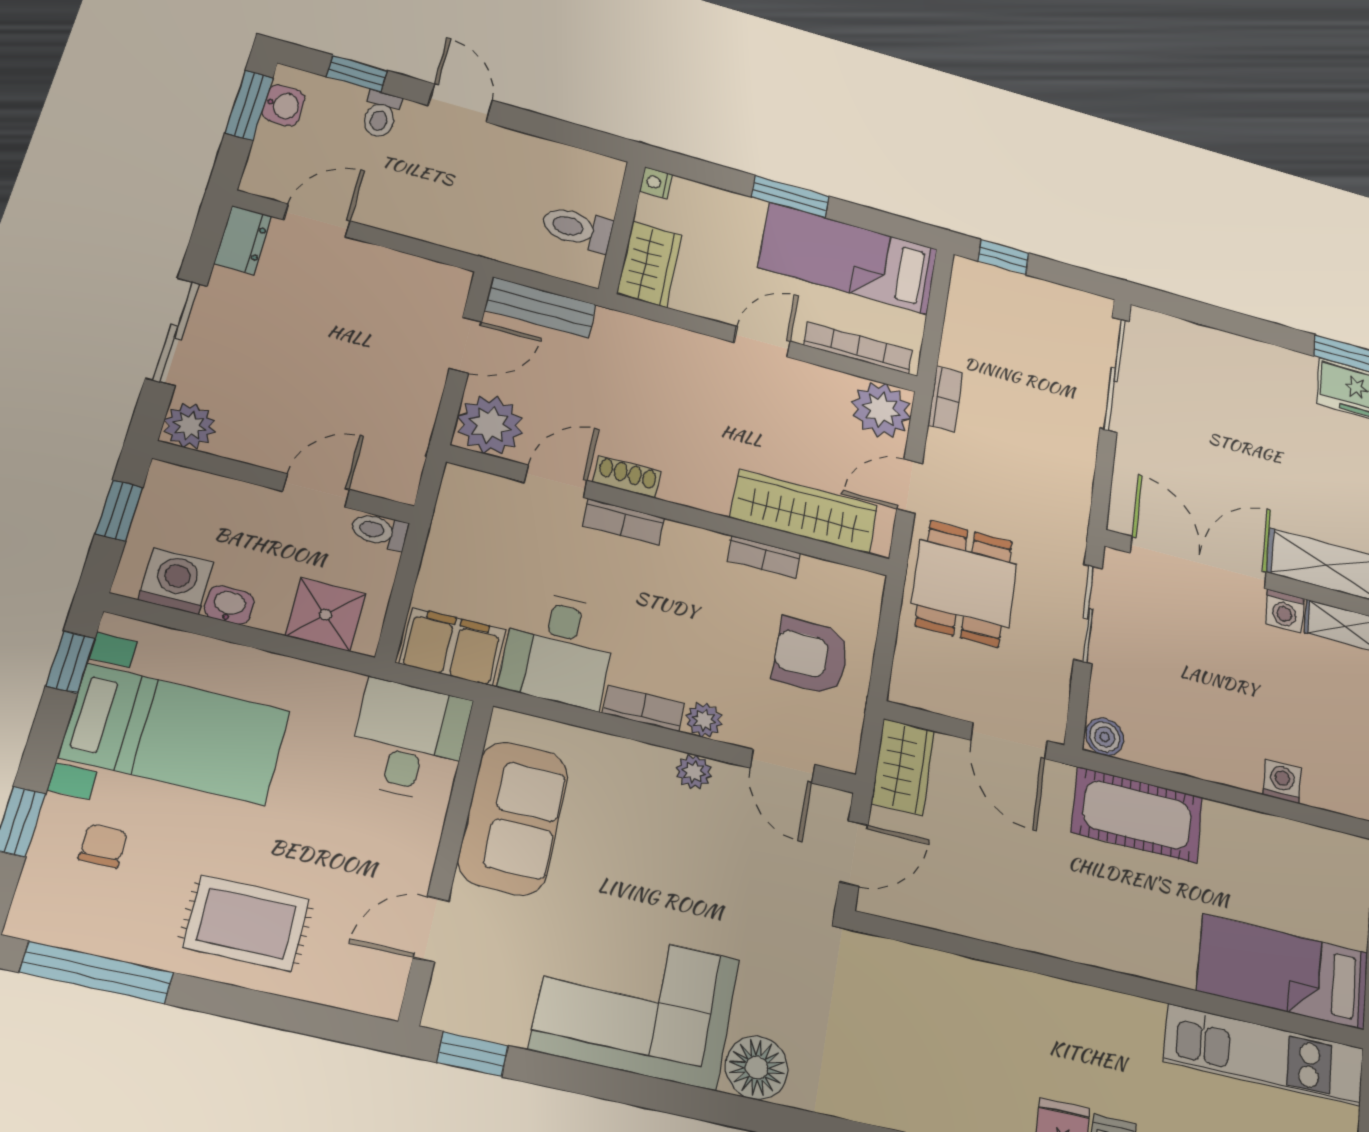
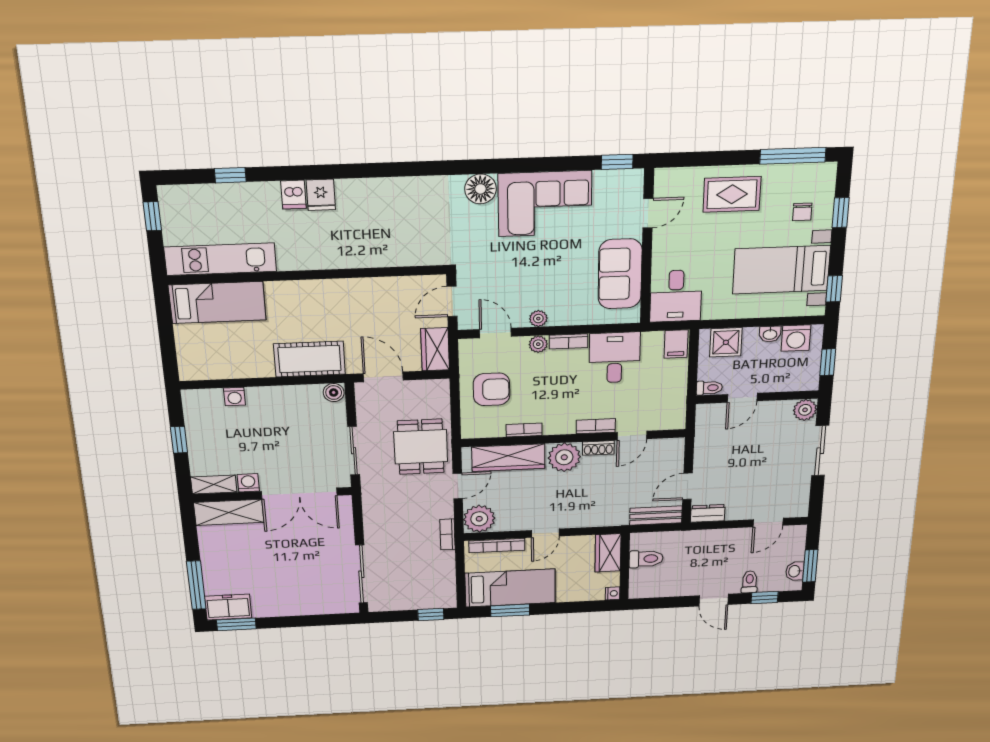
window: (790, 197) -> (510, 610), moved
dresser: (243, 240) -> (708, 513), moved, turned 90
plant: (490, 425) -> (564, 457), moved
filing cabinet: (452, 647) -> (676, 344), width x0.50

